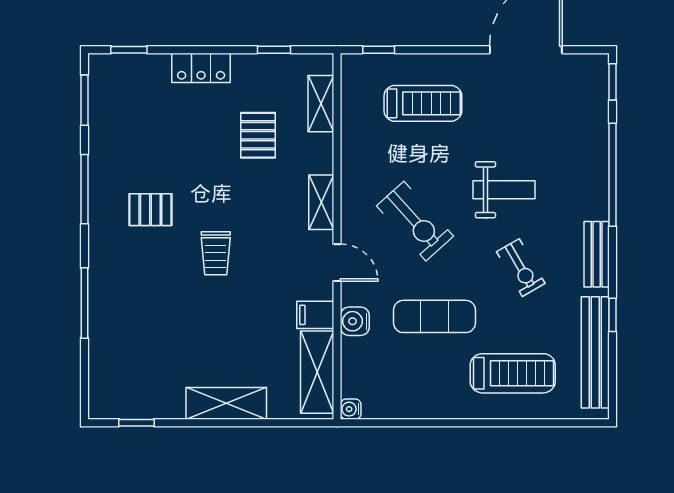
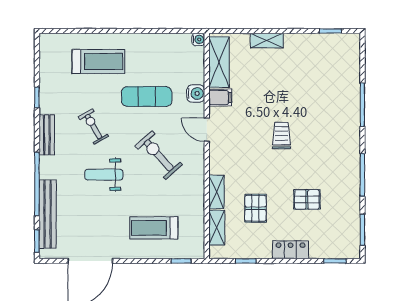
shelving: (321, 202) -> (216, 192), moved
pallet: (150, 210) -> (307, 199), moved
bench: (595, 352) -> (48, 214), moved
treadmill: (513, 373) -> (98, 61), turned 180
shelving: (226, 403) -> (267, 40), width x0.67, depth x0.75

